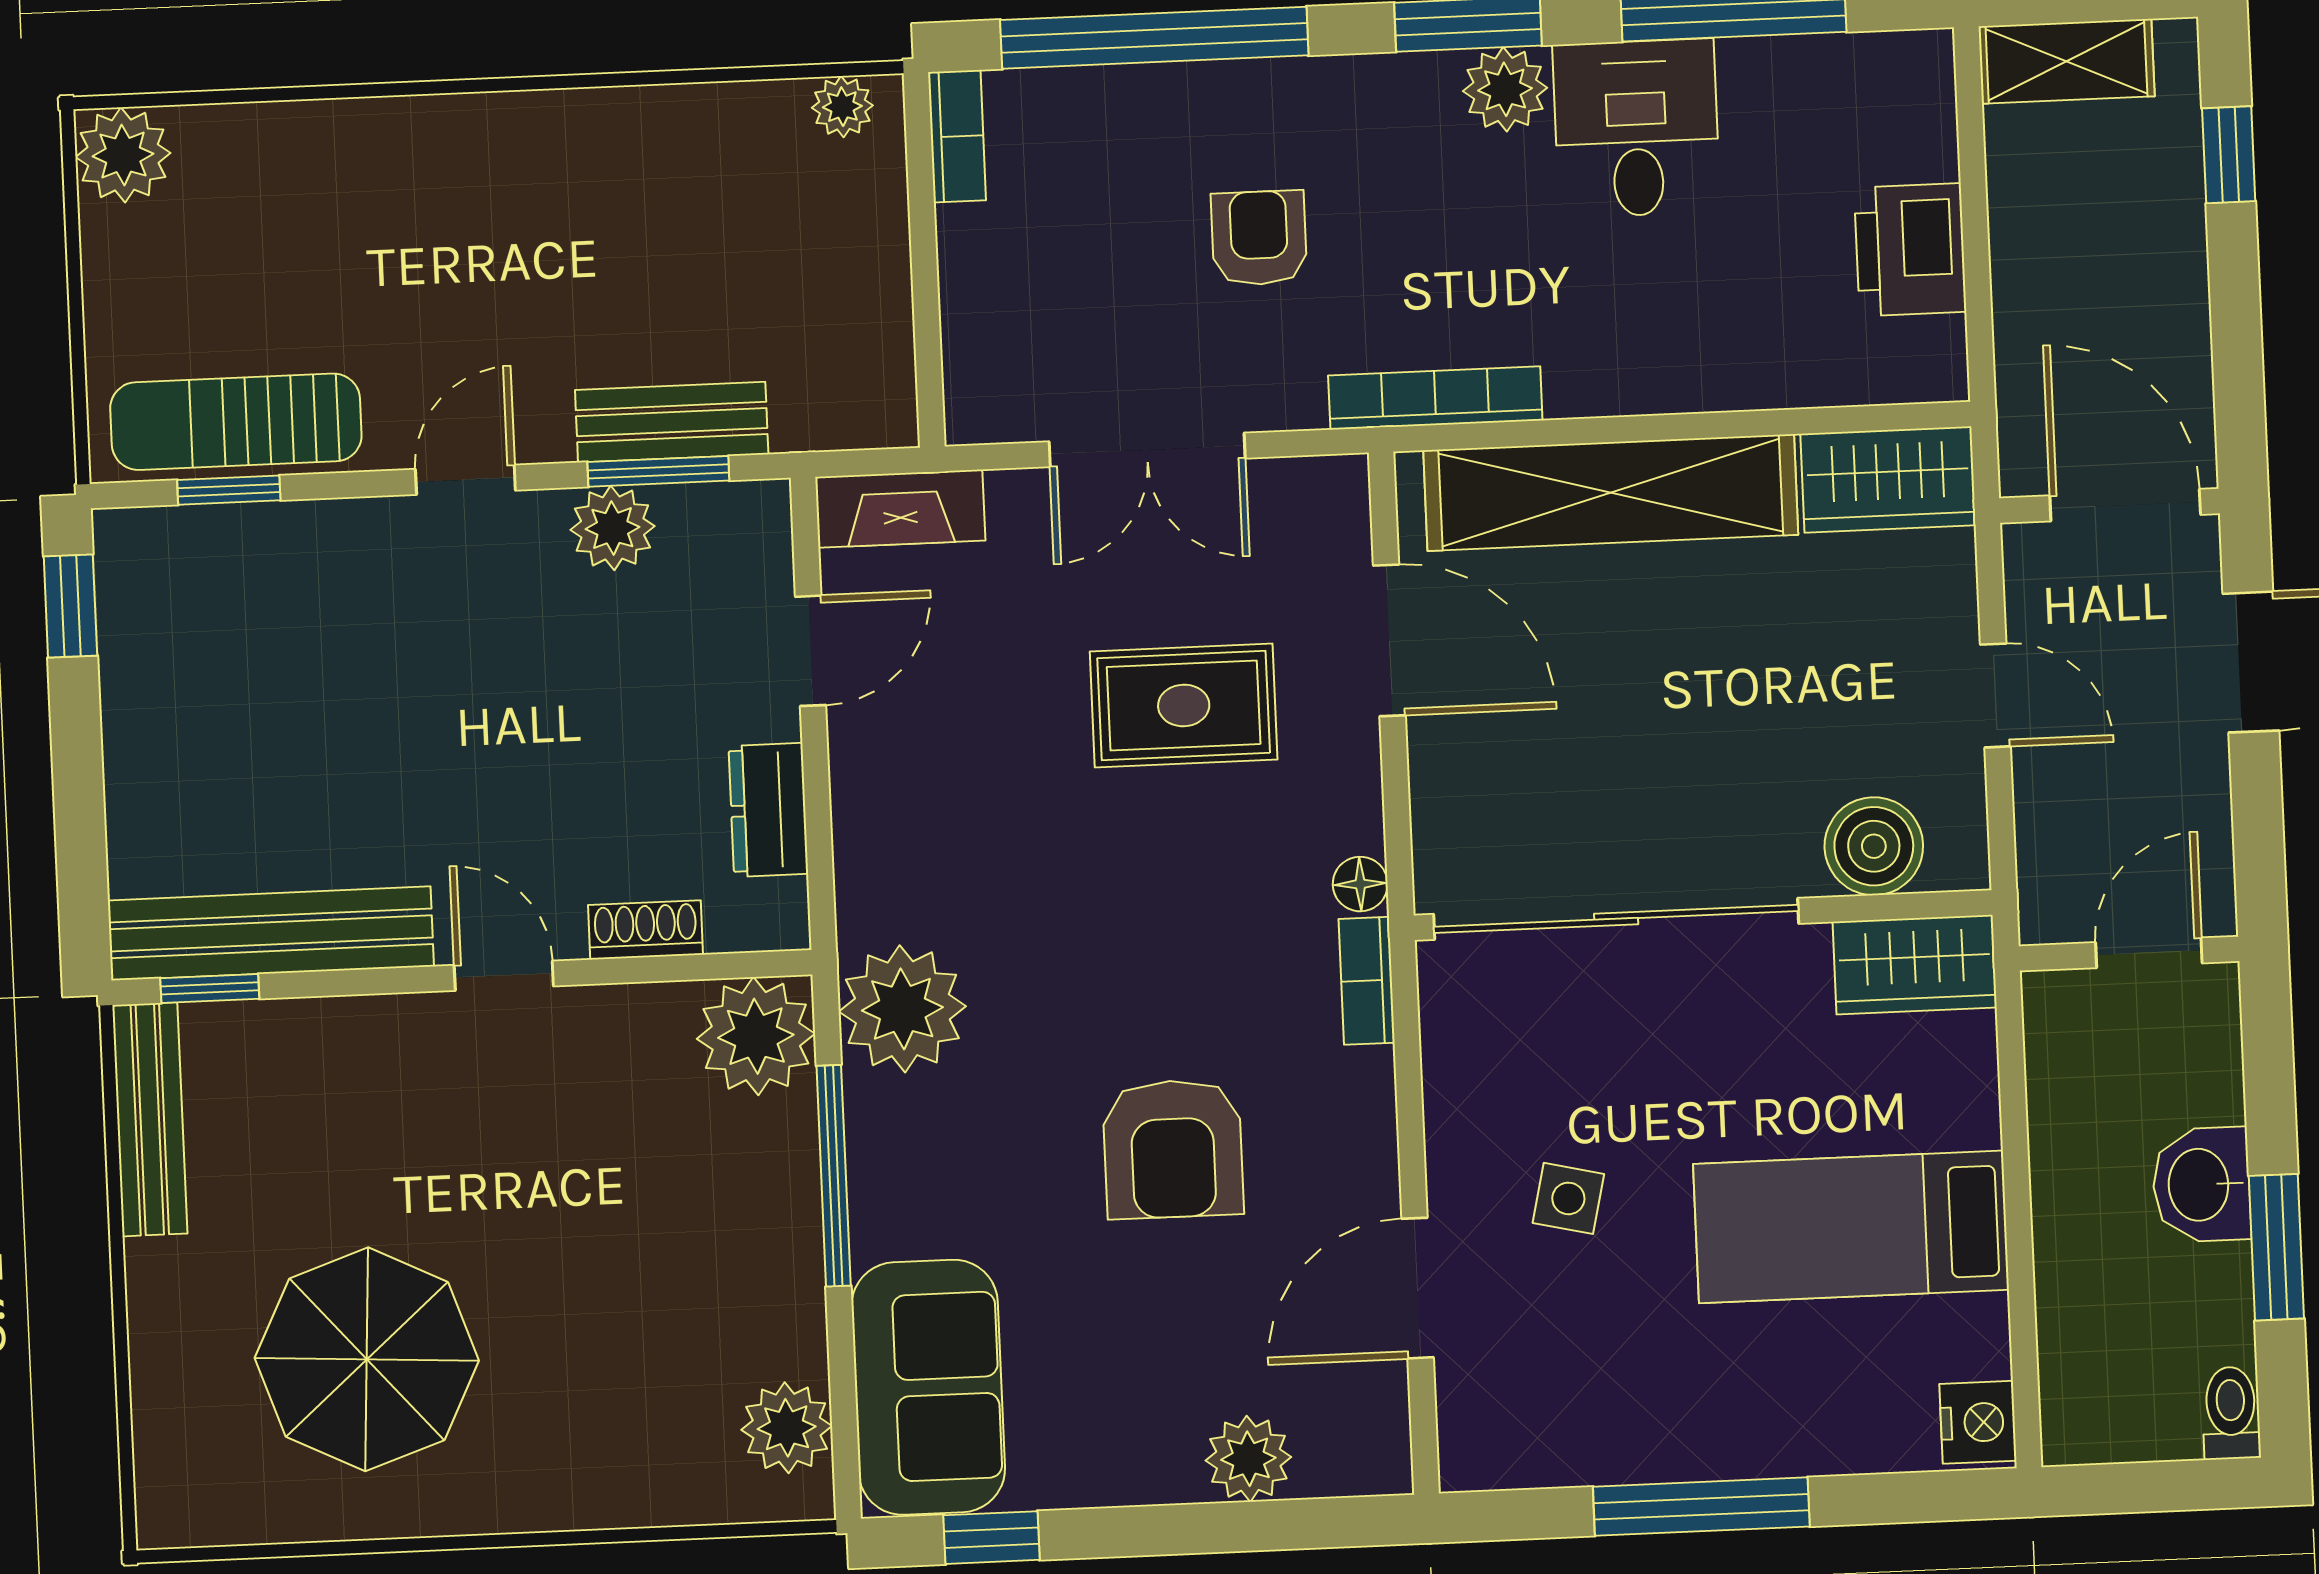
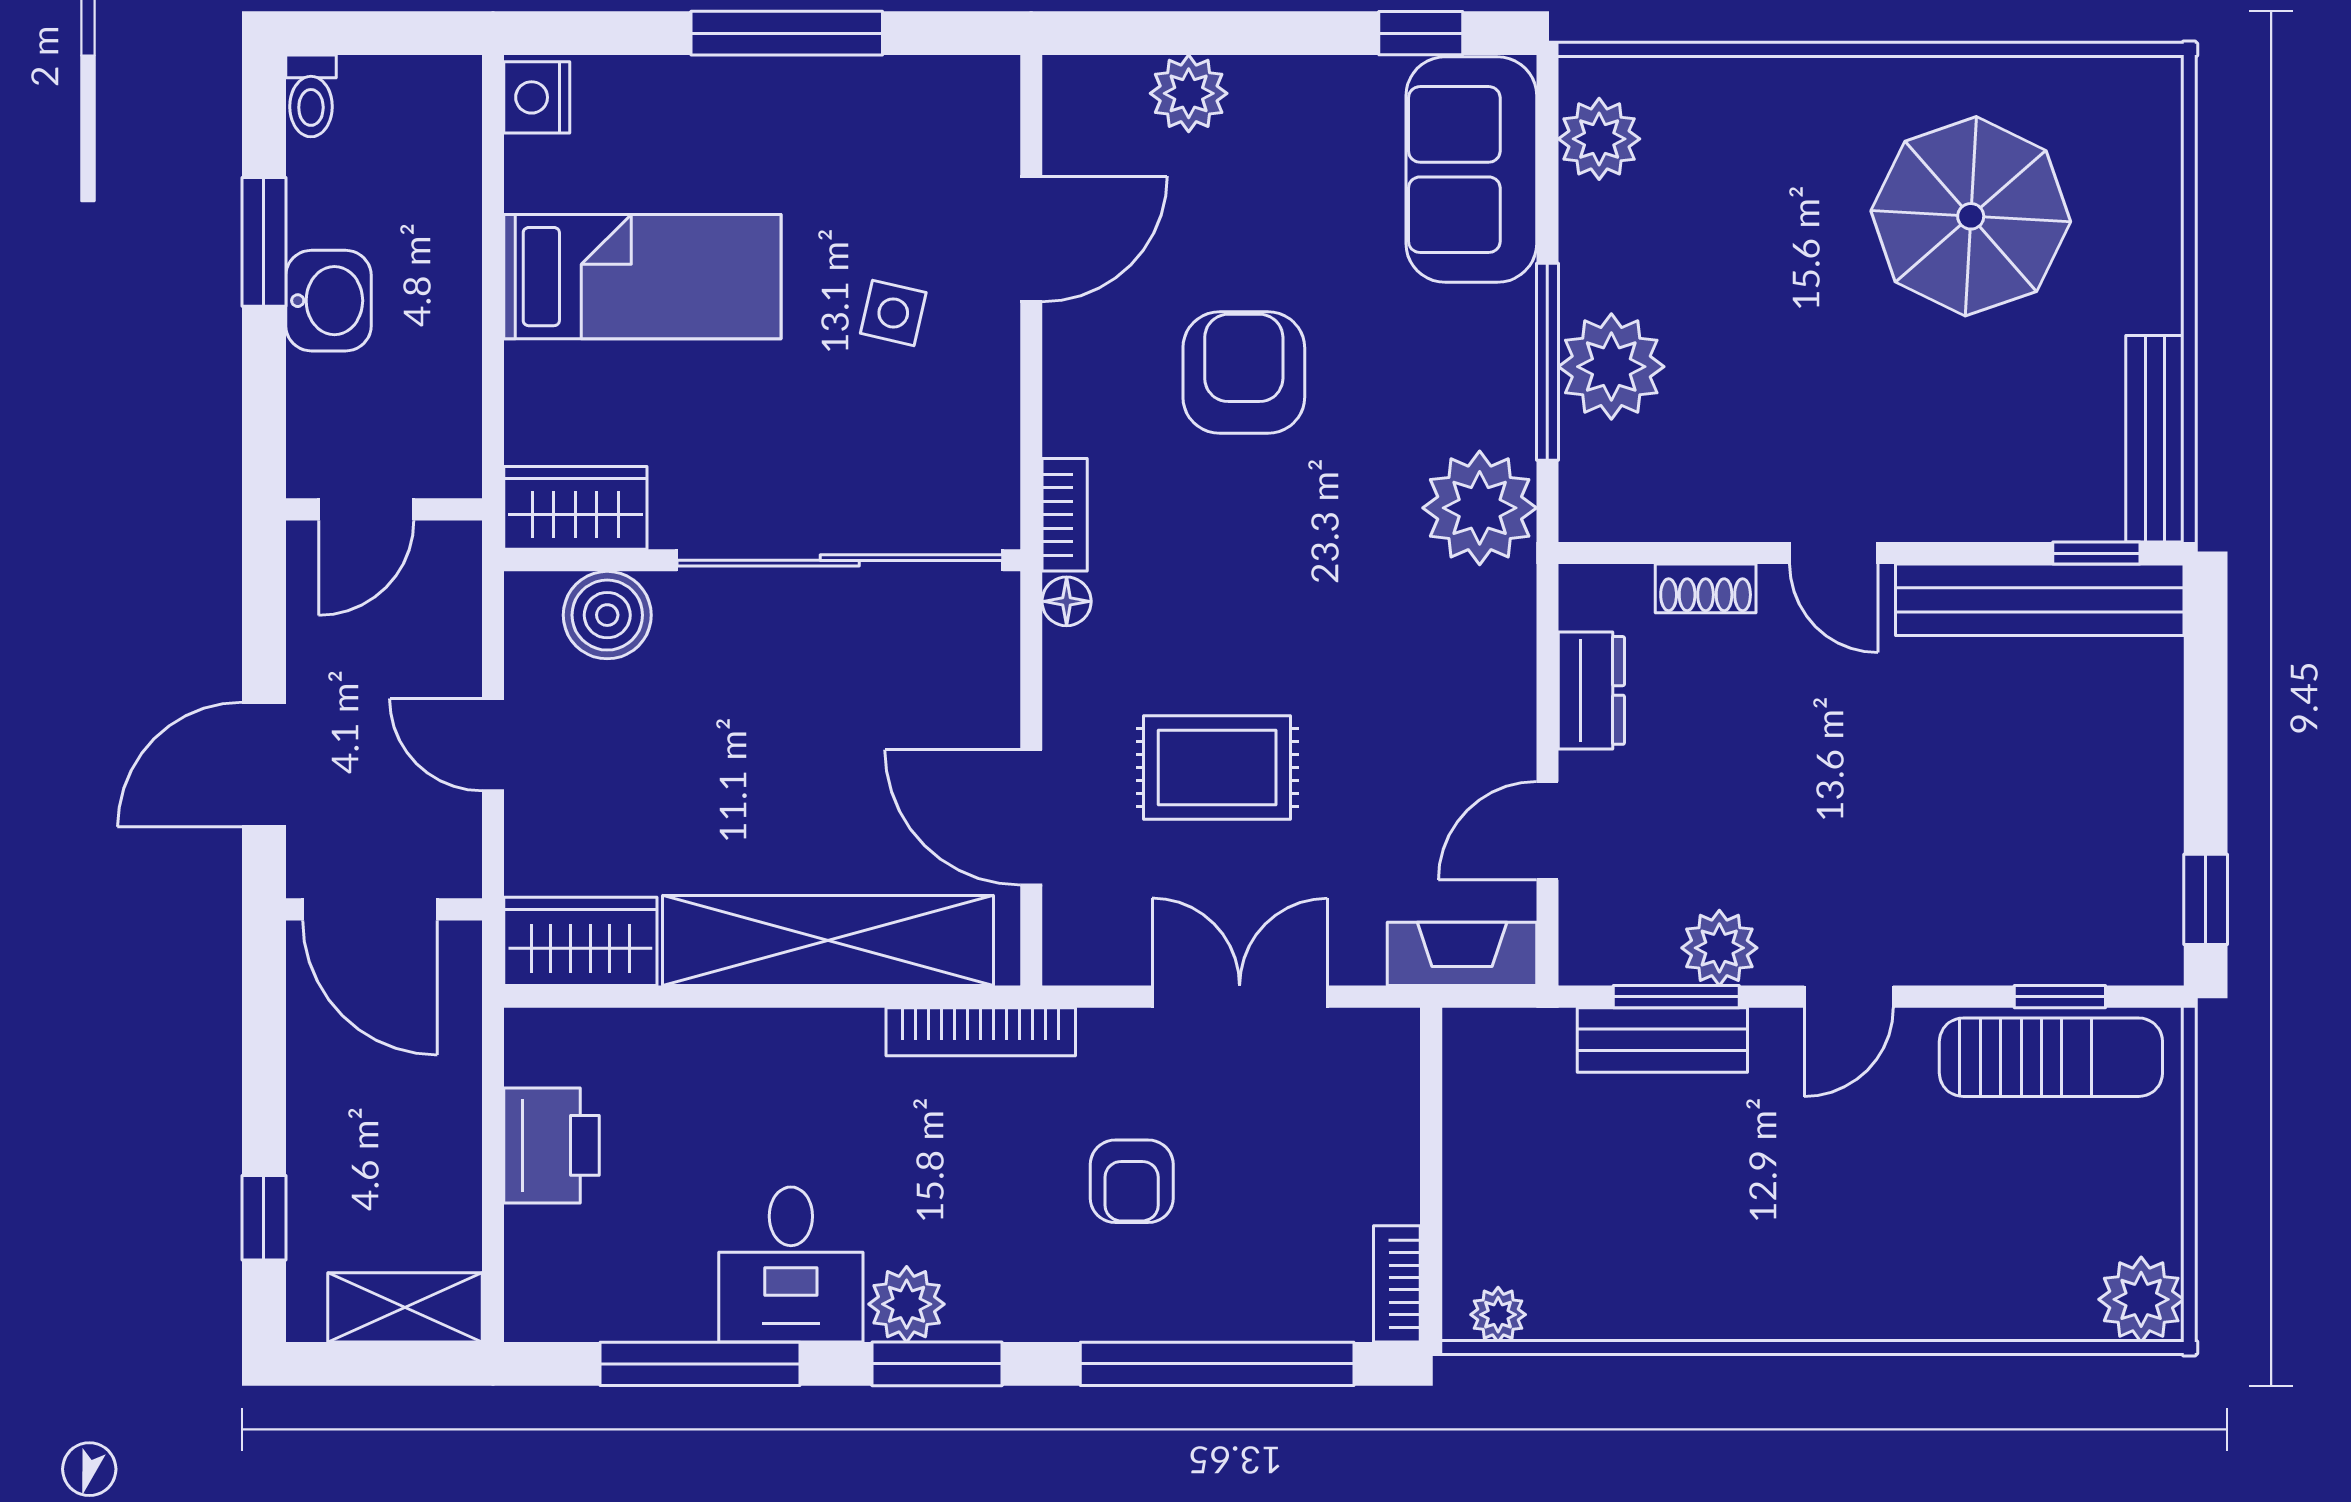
plant: (756, 1036) -> (1611, 367), moved

